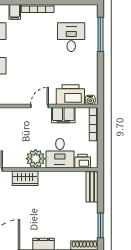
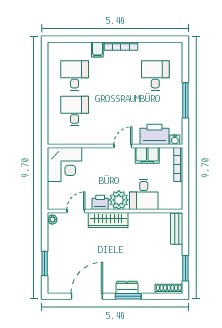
window: (100, 34) -> (185, 100), moved
printer: (83, 161) -> (100, 202), moved
wardrobe: (25, 178) -> (108, 220), width x1.50

